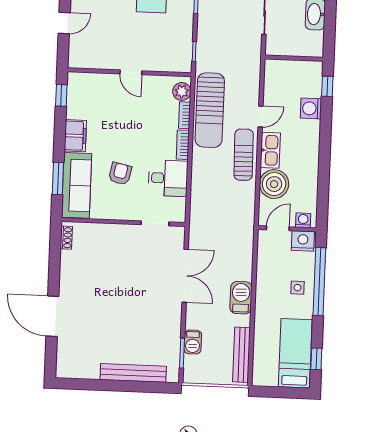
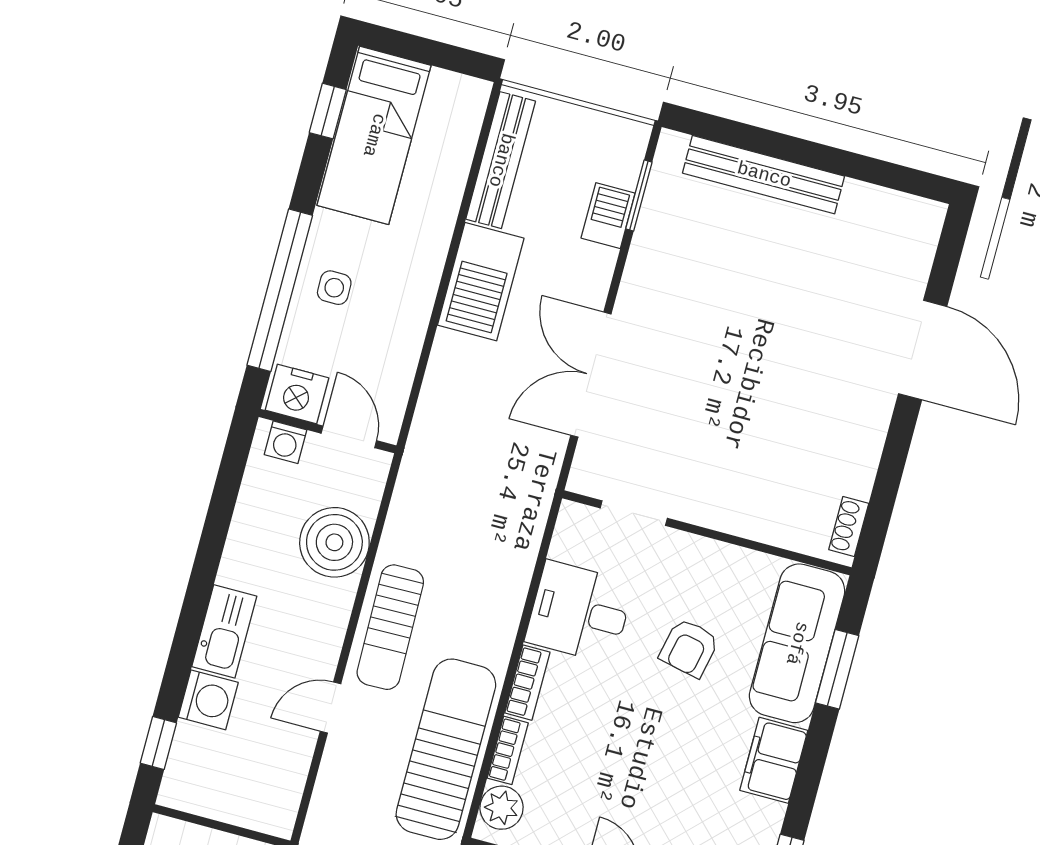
kitchen sink: (270, 150) -> (224, 631), moved, turned 180
door: (278, 228) -> (349, 437), swing flipped
barbecue: (241, 298) -> (481, 282), width x1.37, depth x1.21

